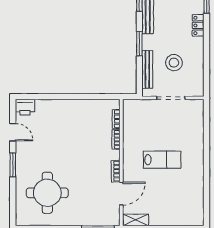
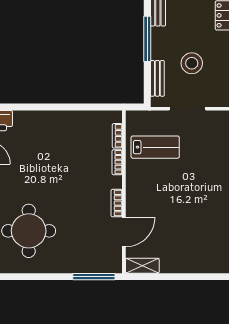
window: (139, 44) -> (147, 39), width x1.44
bench: (147, 69) -> (157, 78), width x0.73
lab bench: (162, 160) -> (155, 147), moved

